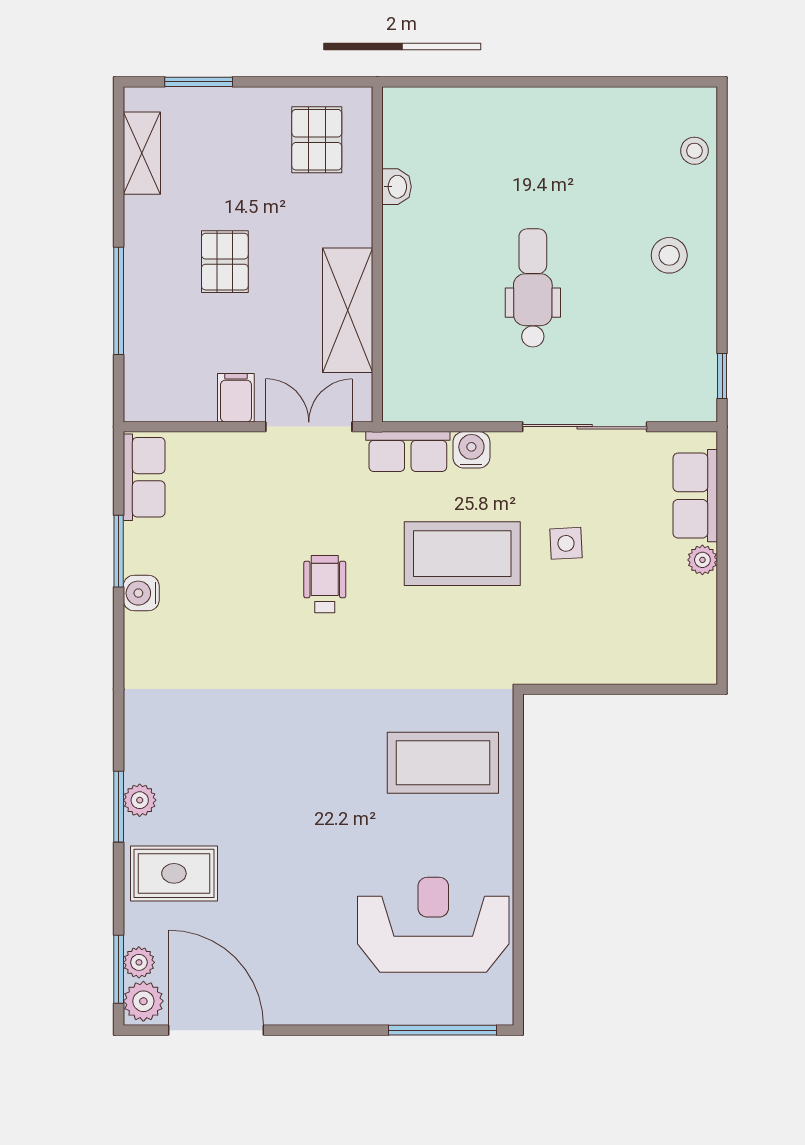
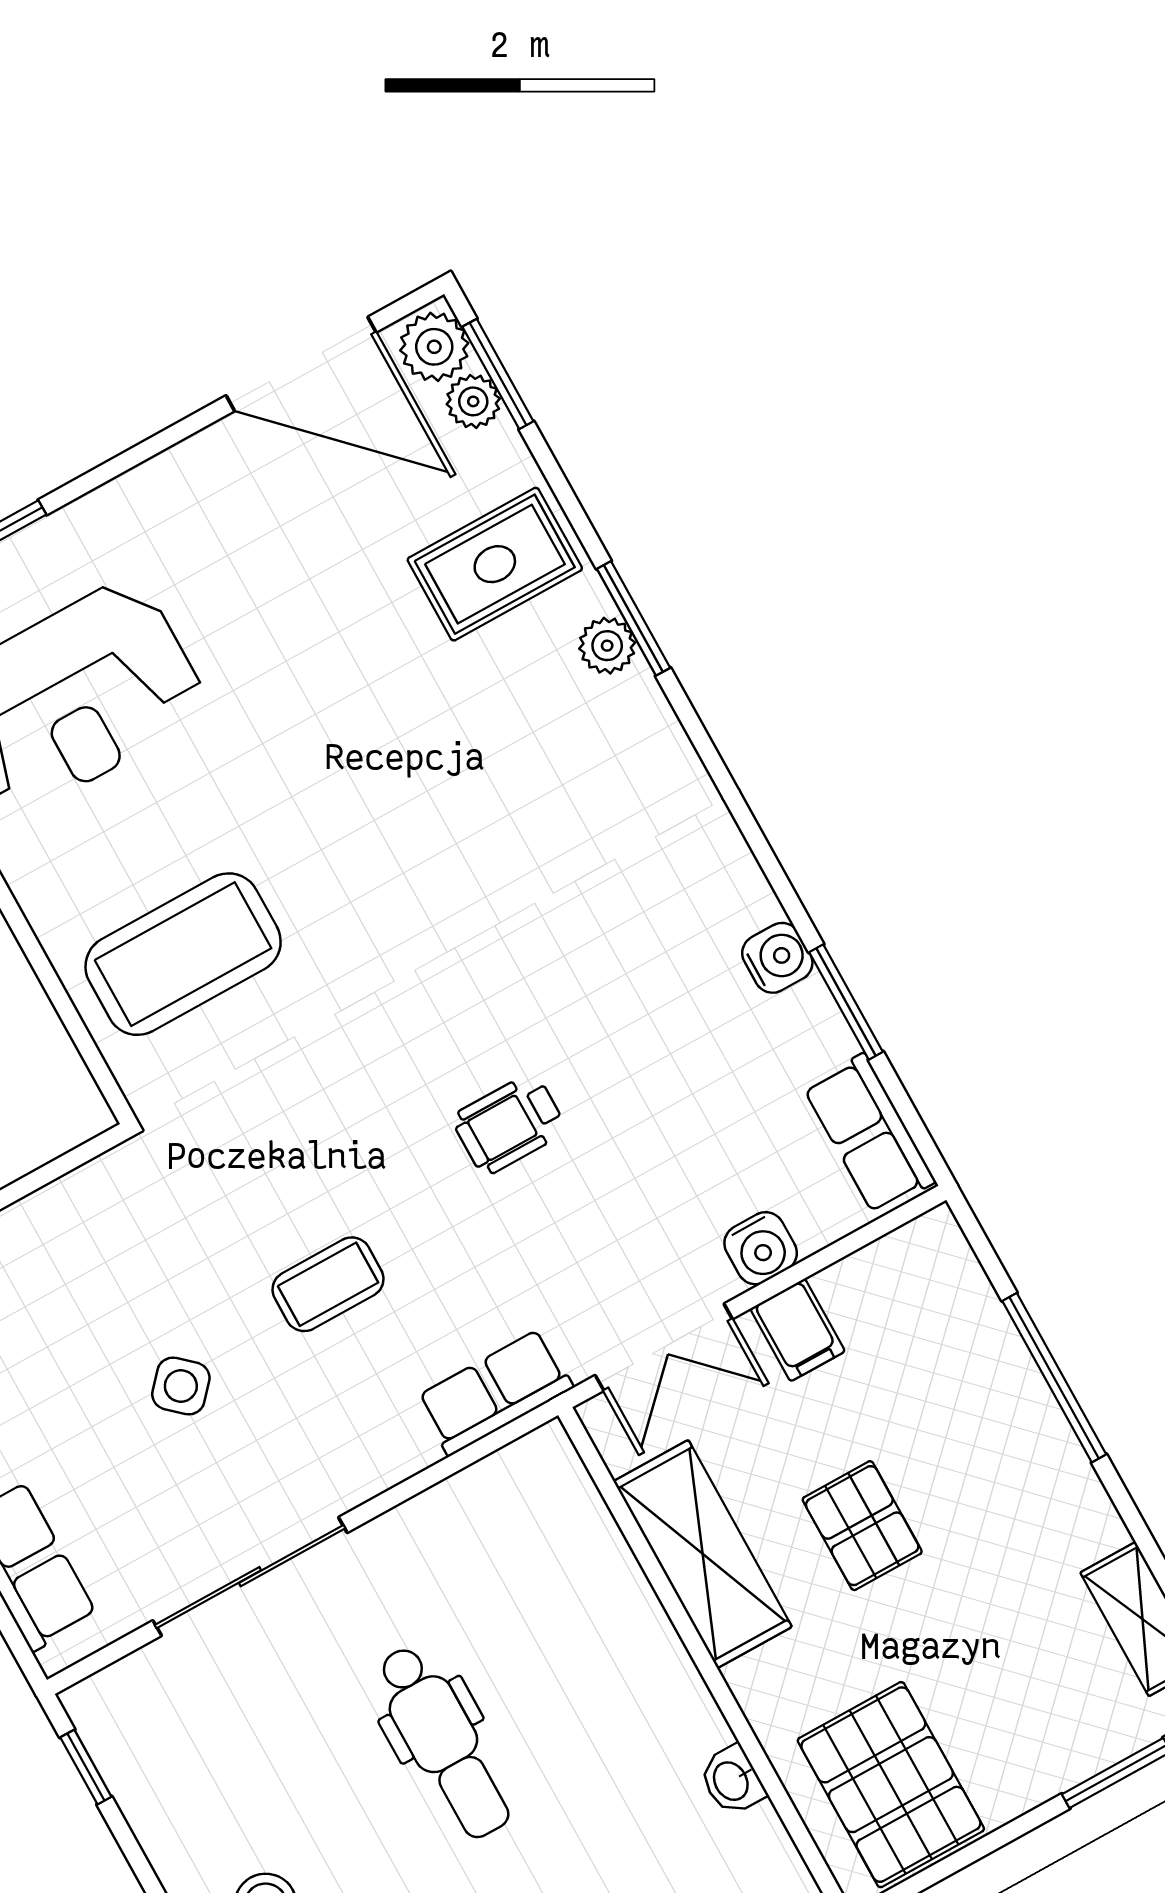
pallet: (317, 140) -> (891, 1785), width x1.50, depth x1.42
pallet: (225, 262) -> (862, 1526), moved
water cooler: (471, 450) -> (761, 1248), moved
side table: (566, 543) -> (181, 1386), turned 45
coffee table: (462, 554) -> (328, 1284), width x0.54, depth x0.58
wheelchair: (325, 584) -> (509, 1124), turned 90

